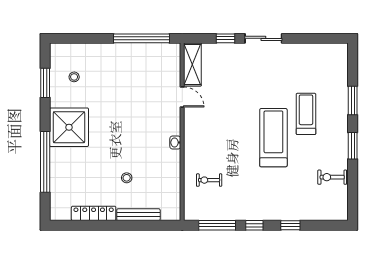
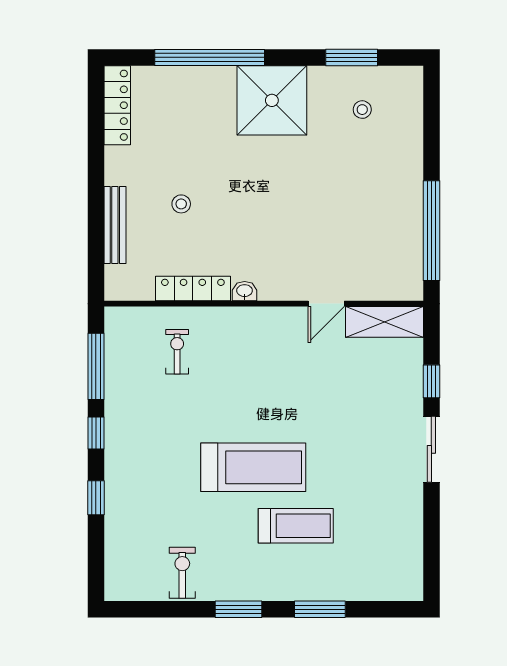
locker: (174, 171) -> (193, 289), added
locker: (94, 213) -> (117, 105), moved

